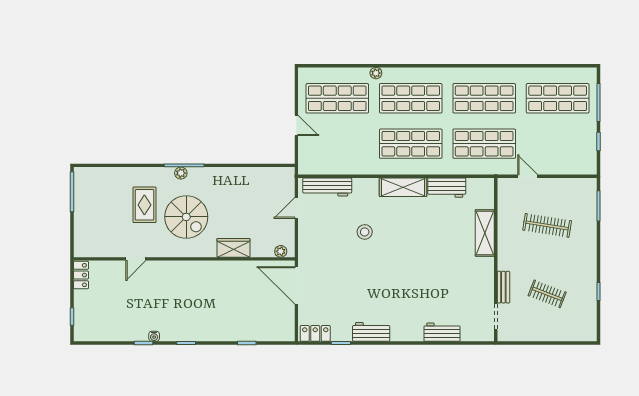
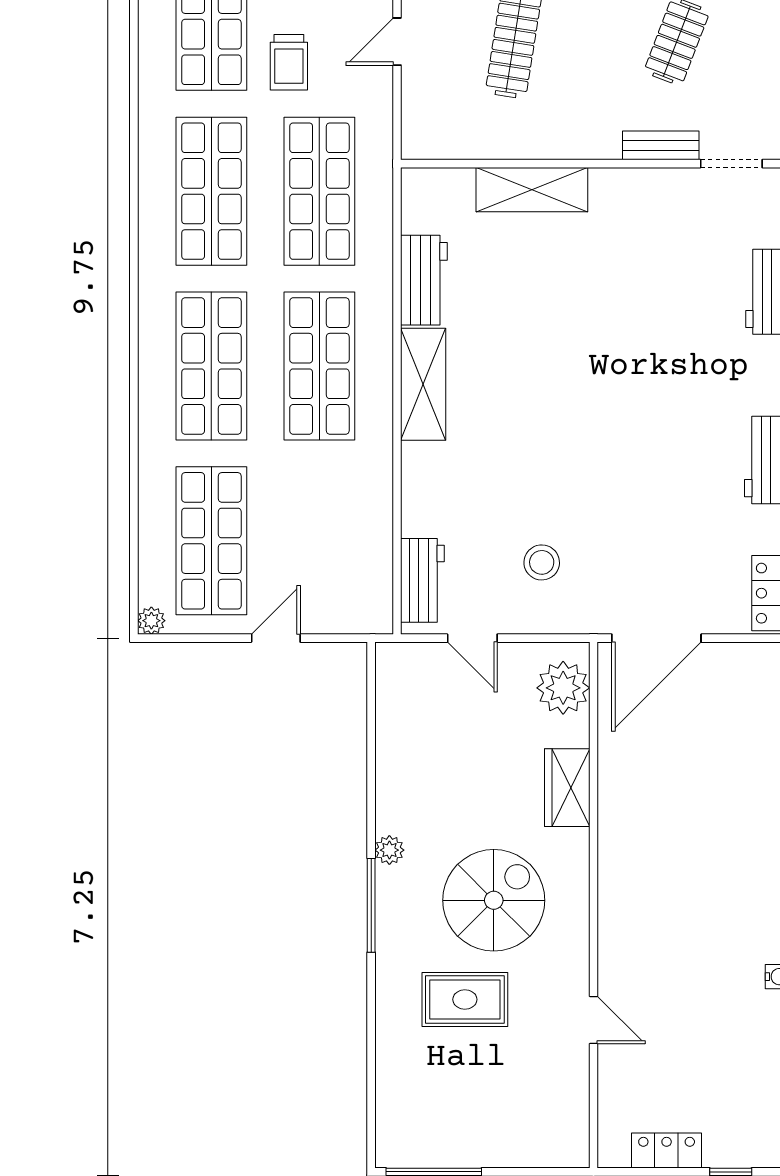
plant: (376, 73) -> (151, 621), moved
trolley: (538, 131) -> (289, 62), added
plant: (181, 173) -> (389, 850), moved
door: (528, 176) -> (397, 42), moved
workbench: (327, 187) -> (422, 580), width x0.73
stool: (365, 232) -> (542, 562), moved
plant: (281, 251) -> (563, 688), width x1.87, depth x1.87
locker: (81, 275) -> (667, 1151), moved

